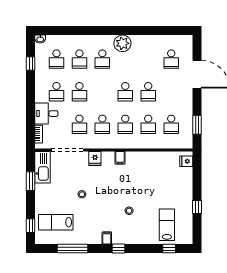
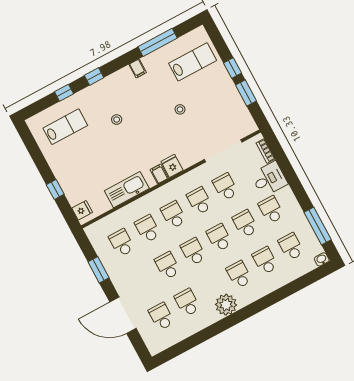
school desk: (148, 59) -> (187, 302), added
window: (31, 63) -> (318, 226), width x2.17
school desk: (102, 92) -> (219, 238), added
window: (197, 125) -> (99, 270), moved
fridge: (95, 158) -> (172, 166), moved
kitchen sink: (43, 167) -> (127, 190), moved, turned 90
window: (197, 207) -> (55, 189), moved
lab bench: (167, 225) -> (65, 127), turned -90
window: (31, 226) -> (233, 68), moved
filing cabinet: (107, 238) -> (138, 68), moved
window: (119, 249) -> (94, 77), moved
window: (169, 249) -> (64, 93), moved

